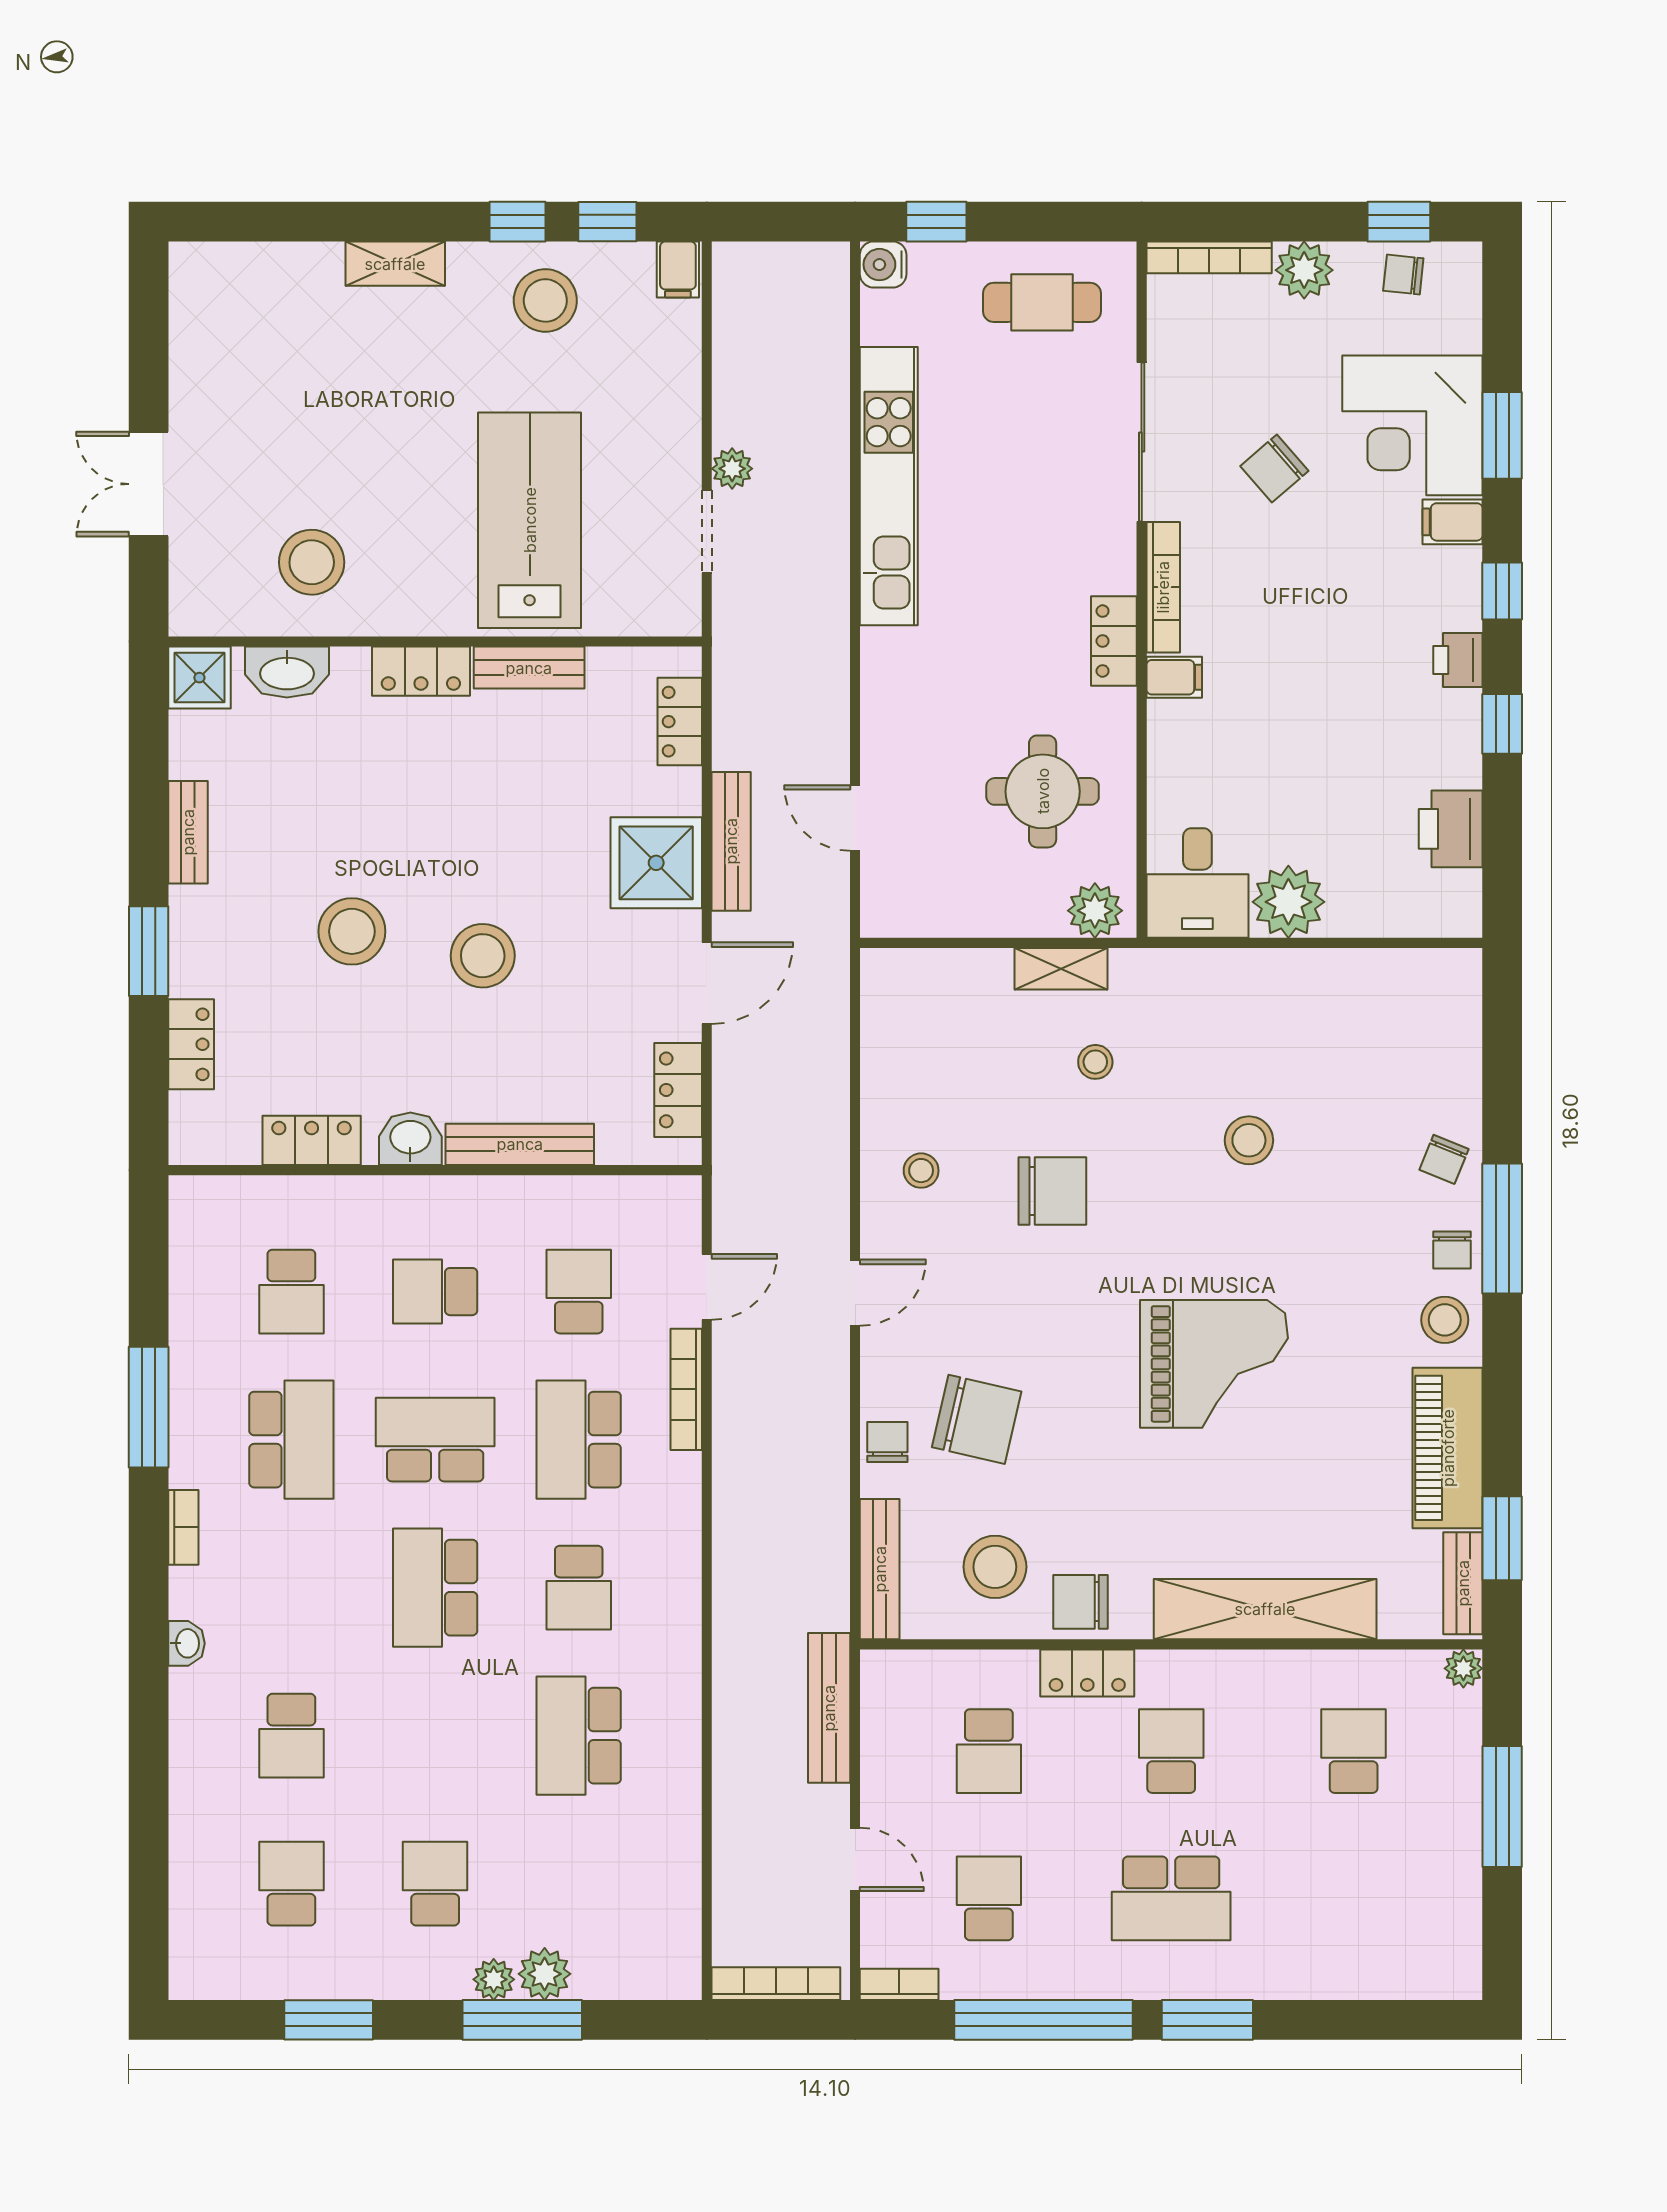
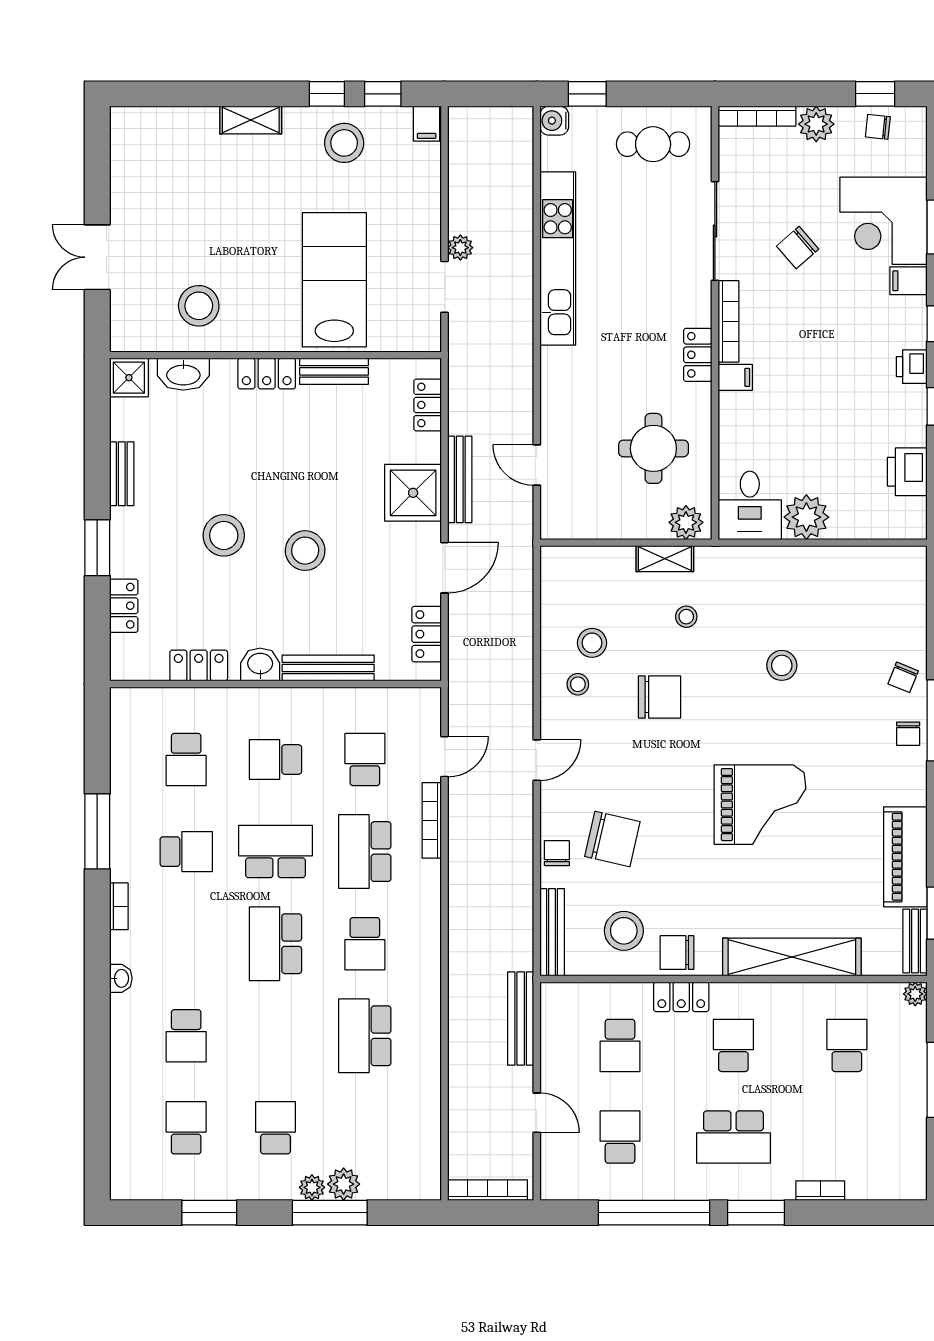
stool: (1445, 1320) -> (592, 643), moved
school desk: (291, 1440) -> (186, 852), width x0.54
bookcase: (899, 1984) -> (820, 1191), moved

